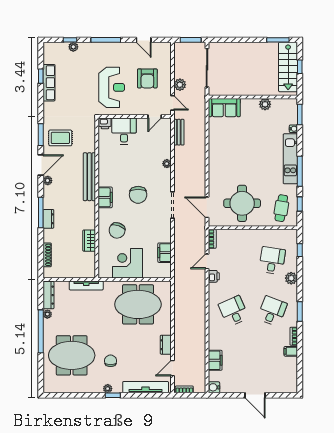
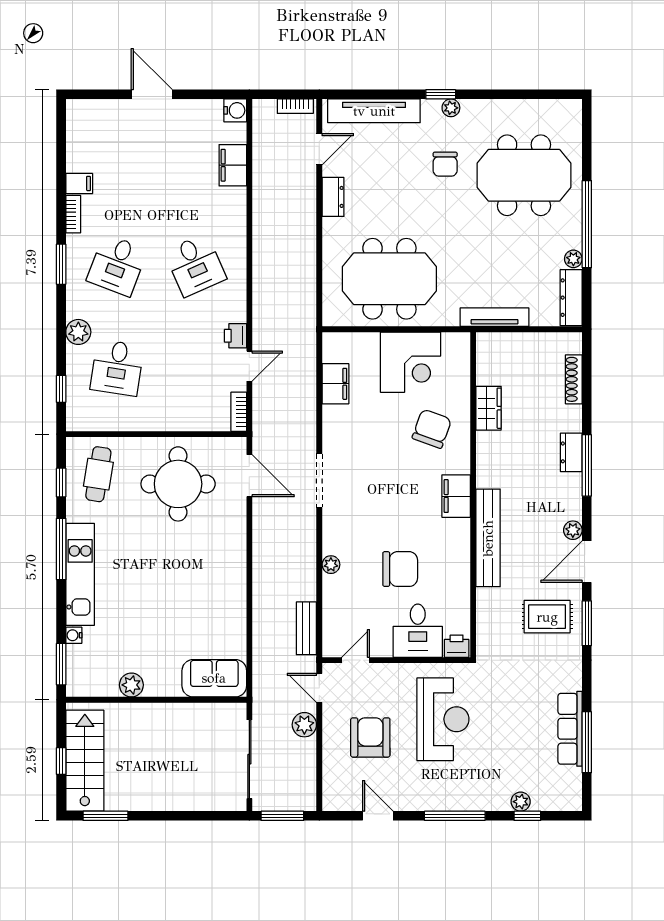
window: (41, 76) -> (587, 742), width x2.17
reception desk: (112, 87) -> (443, 719), turned 180
chair: (138, 195) -> (400, 569), moved, turned 90

